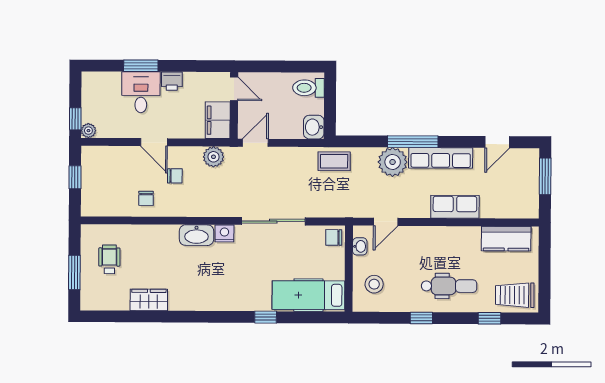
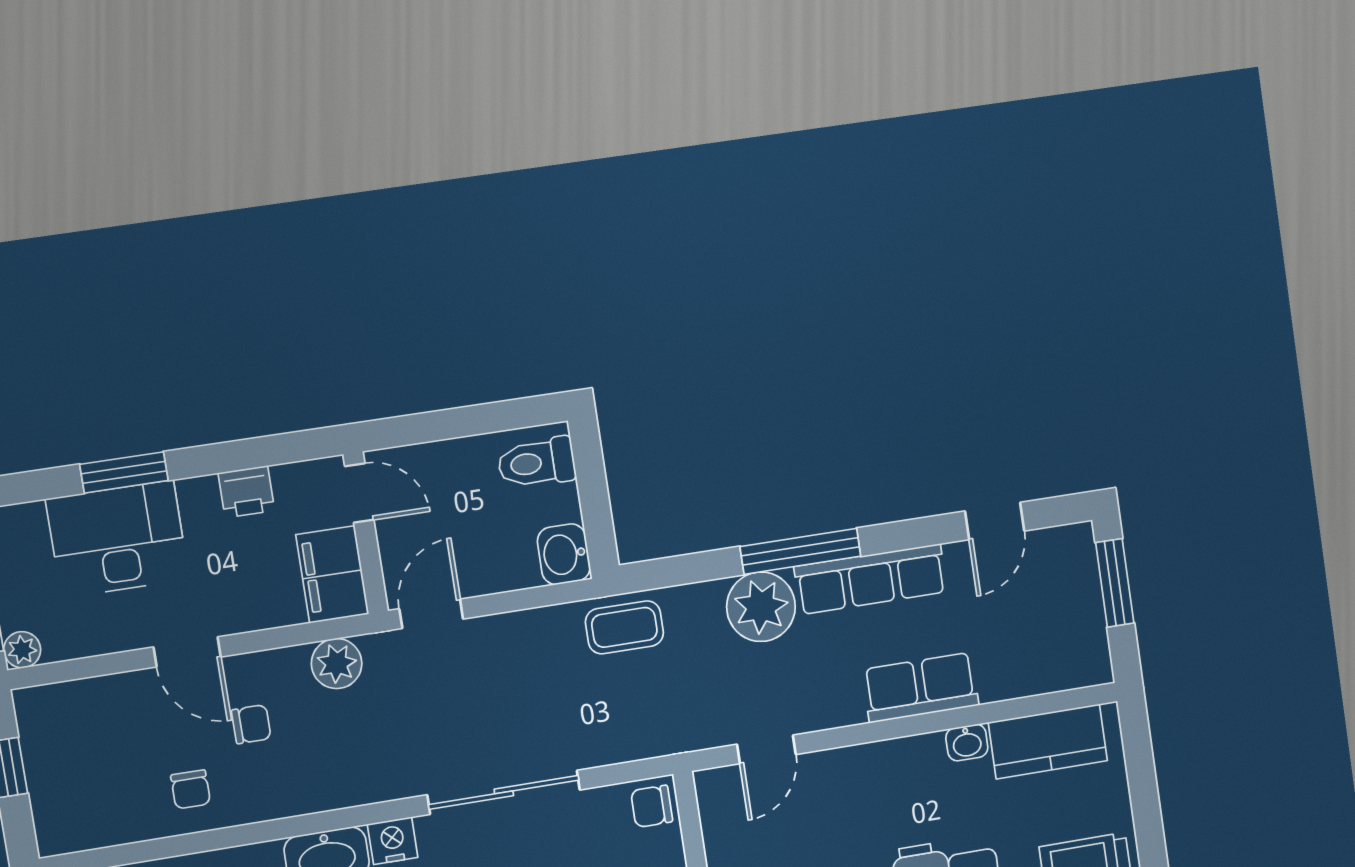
printer: (172, 81) -> (246, 492), moved
desk: (141, 92) -> (117, 539), width x1.37
washbasin: (360, 246) -> (967, 743), moved, turned 90

